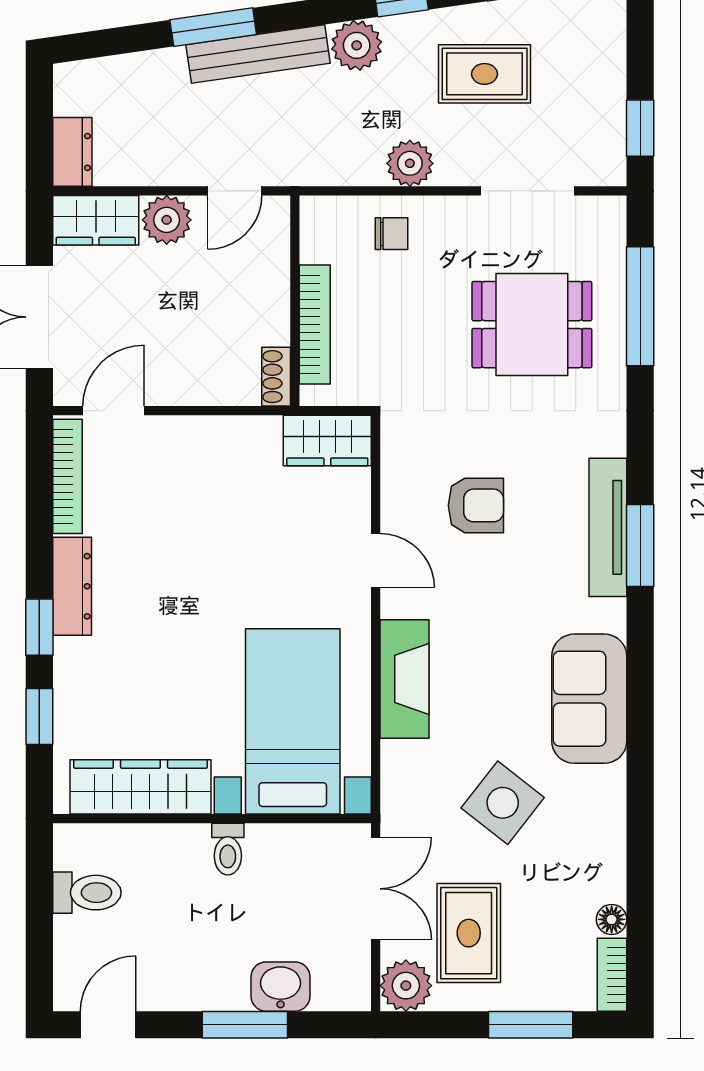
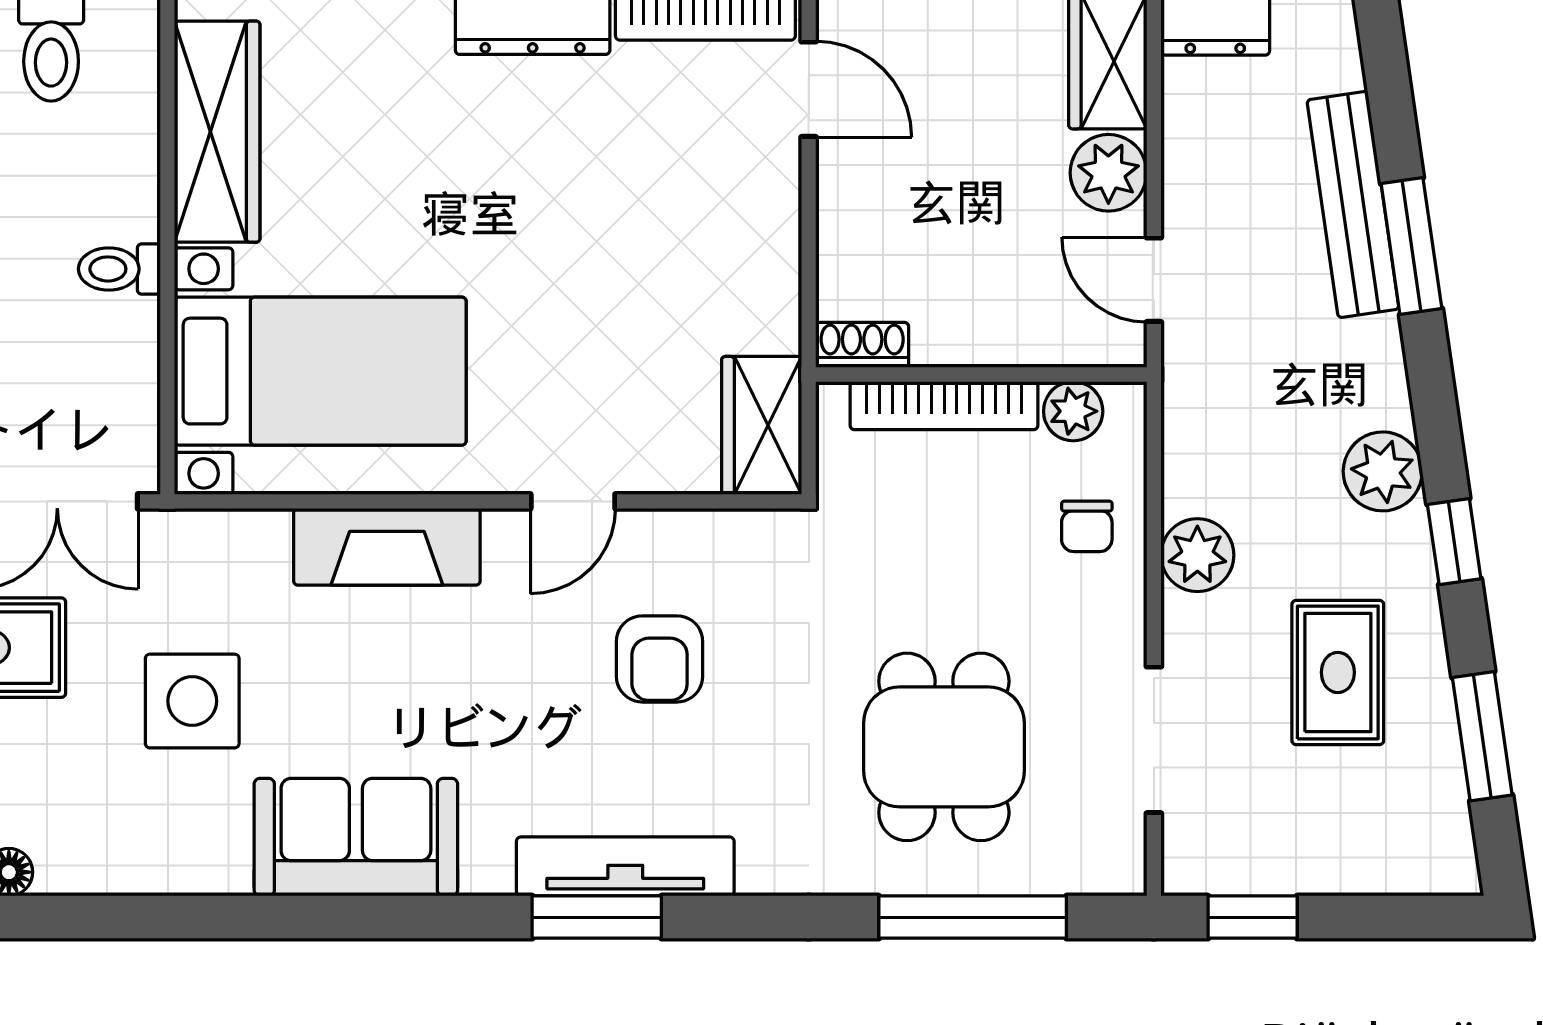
bench: (258, 54) -> (1353, 205), moved
plant: (318, 242) -> (1073, 411), added
side table: (503, 803) -> (192, 701), turned -38

